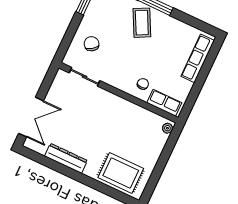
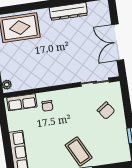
double door: (31, 117) -> (118, 42), moved

